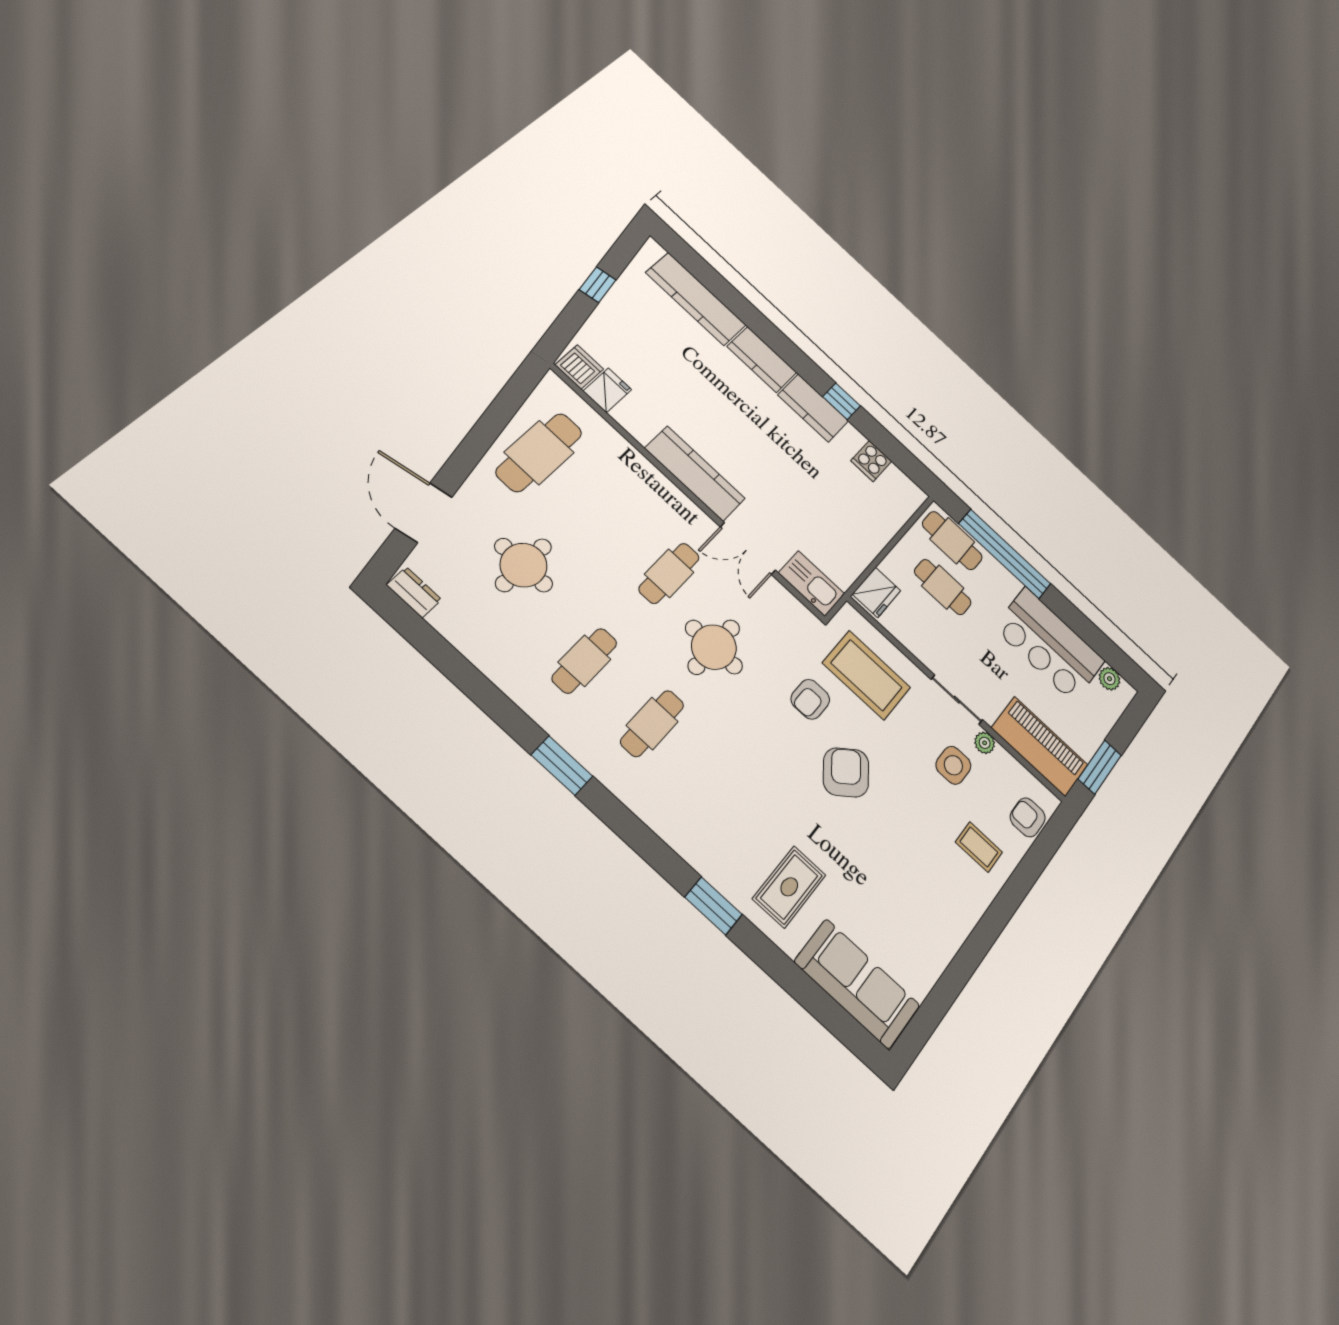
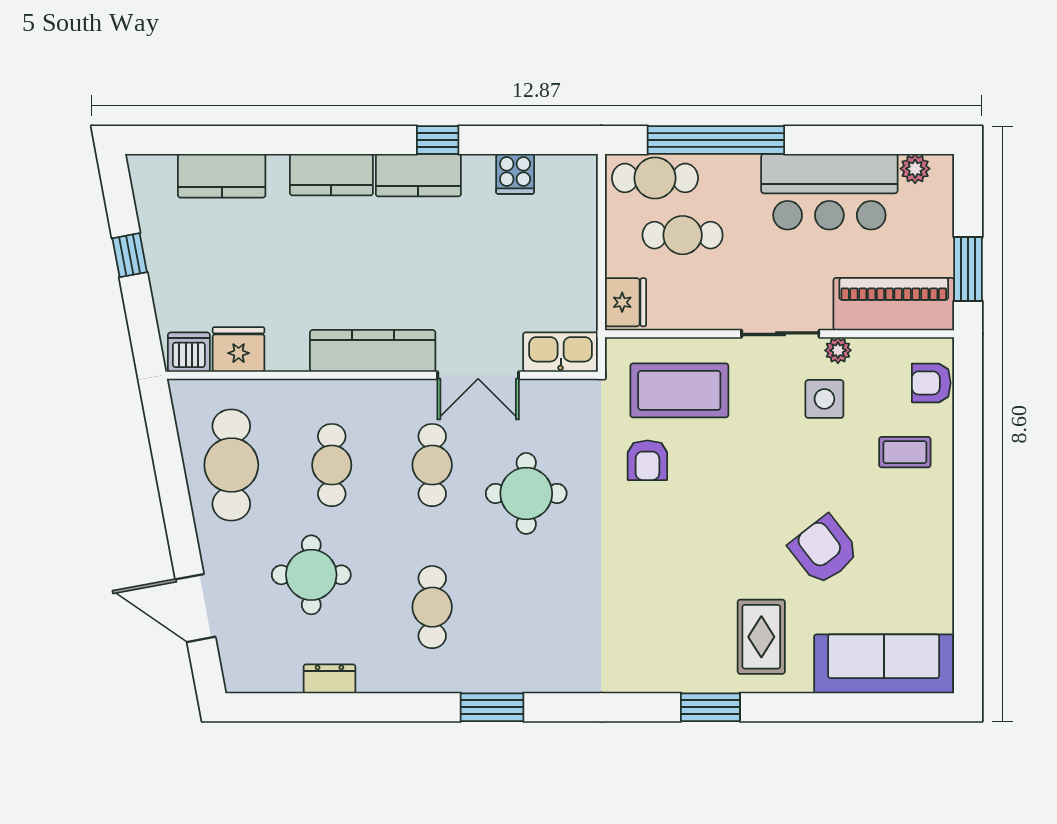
kitchen counter: (696, 299) -> (222, 176), width x0.67
fridge: (607, 390) -> (239, 349), width x1.38
dresser: (414, 592) -> (329, 679), moved
cafe table: (652, 723) -> (332, 465), moved
armchair: (846, 772) -> (824, 550), moved

